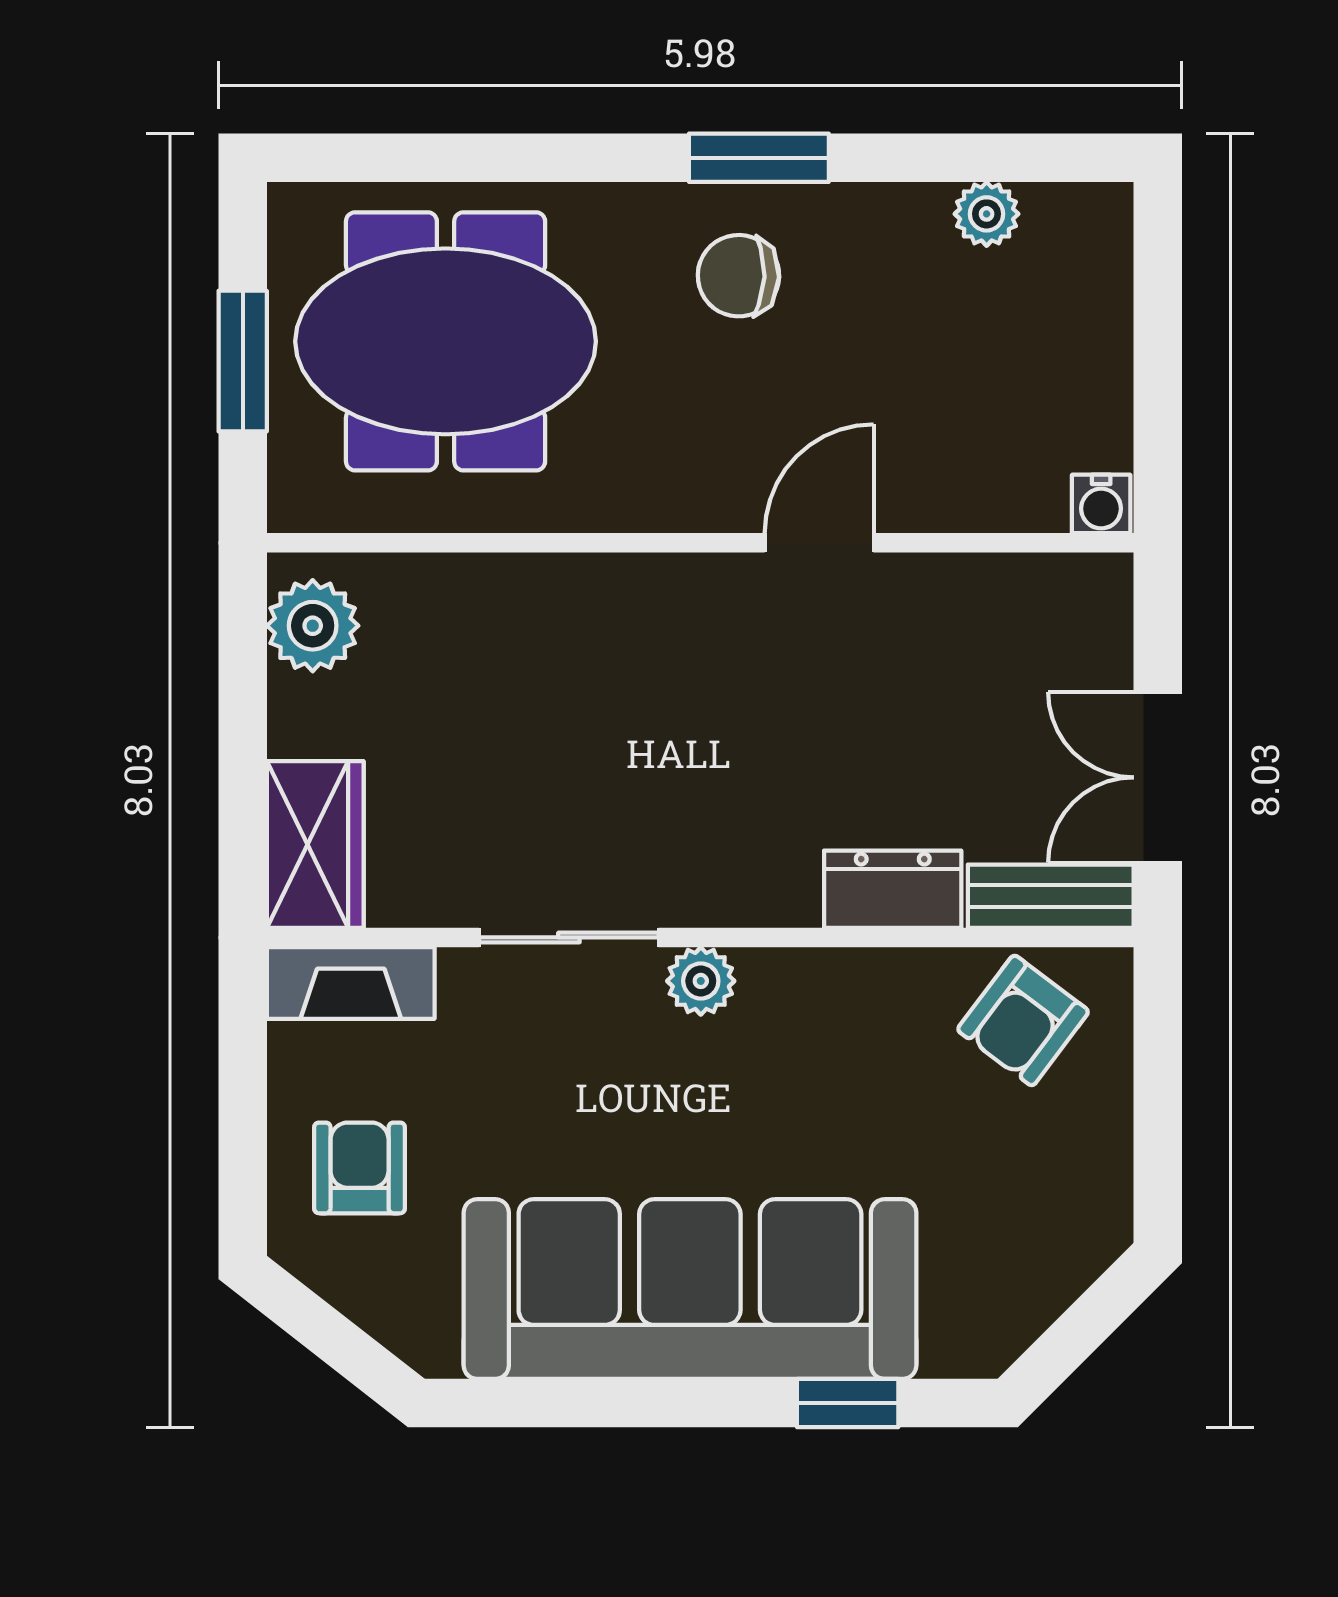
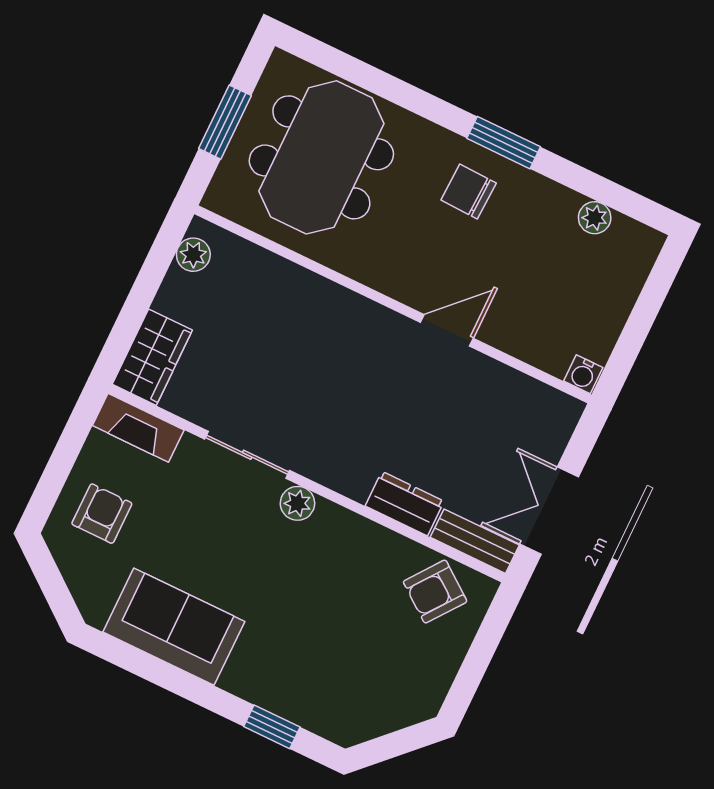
meeting table: (446, 341) -> (321, 157), turned 90
plant: (313, 626) -> (193, 255), width x0.73, depth x0.73
sofa: (690, 1289) -> (174, 627), width x0.54, depth x0.79

